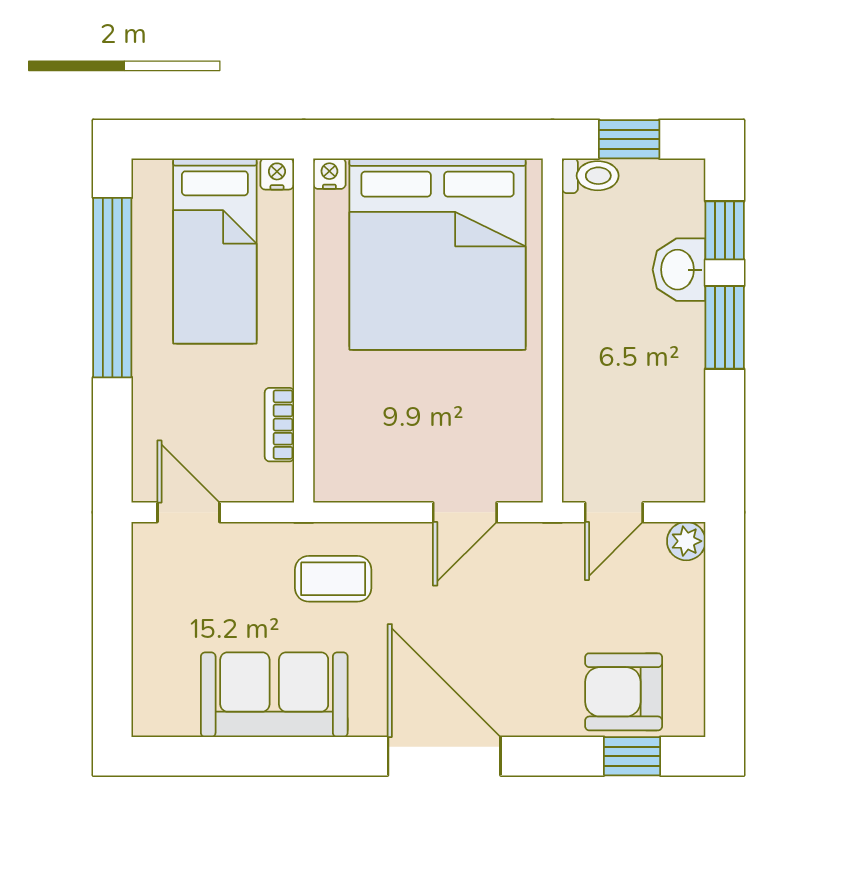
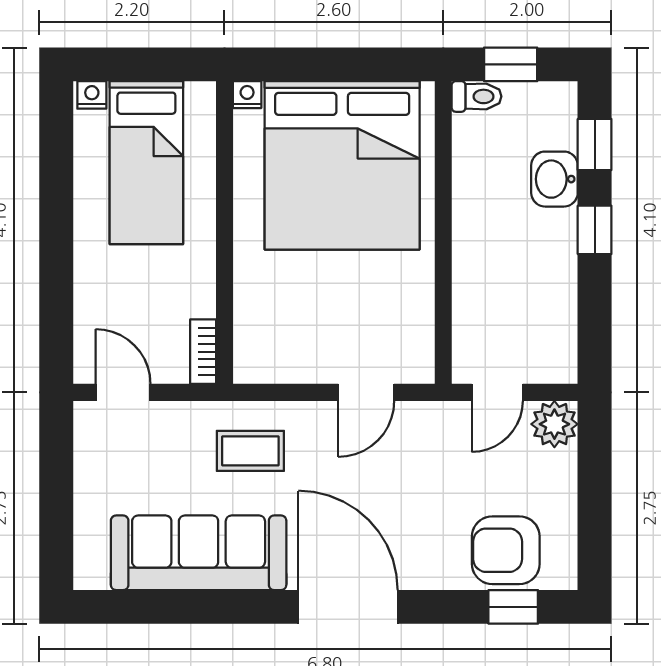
nightstand: (277, 174) -> (92, 95), moved
window: (112, 288) -> (56, 195), removed
window: (725, 327) -> (595, 230), width x0.67
bookcase: (279, 425) -> (203, 352), moved
plant: (686, 541) -> (554, 424), width x1.38, depth x1.38
sofa: (274, 695) -> (199, 553), width x1.36

